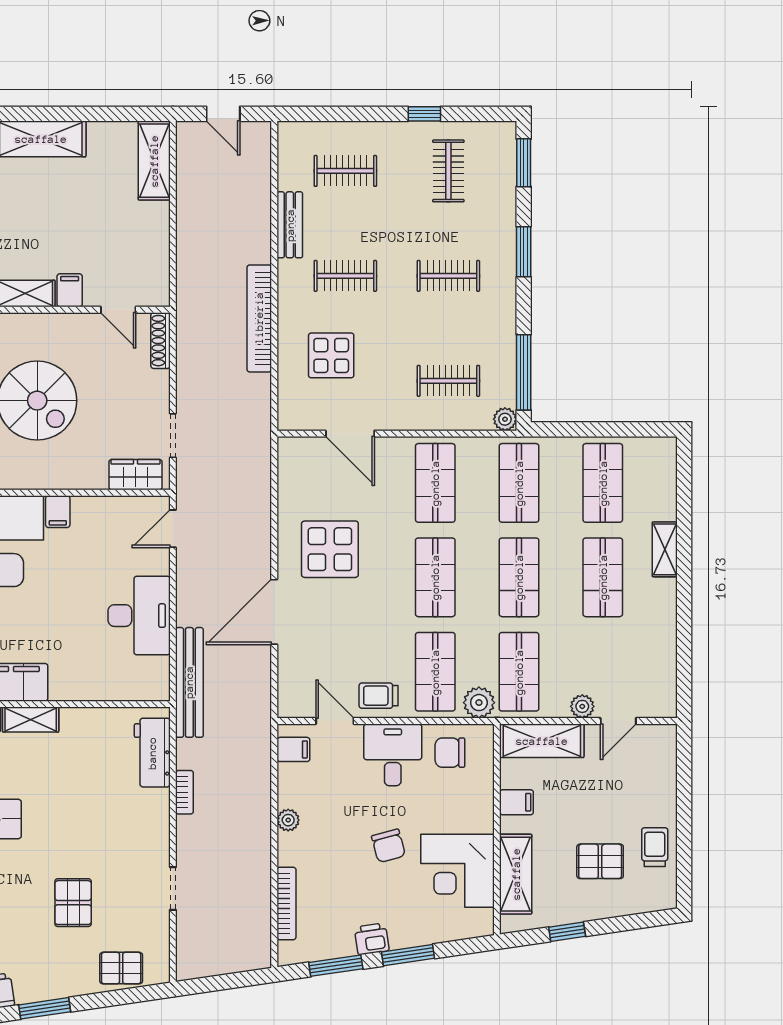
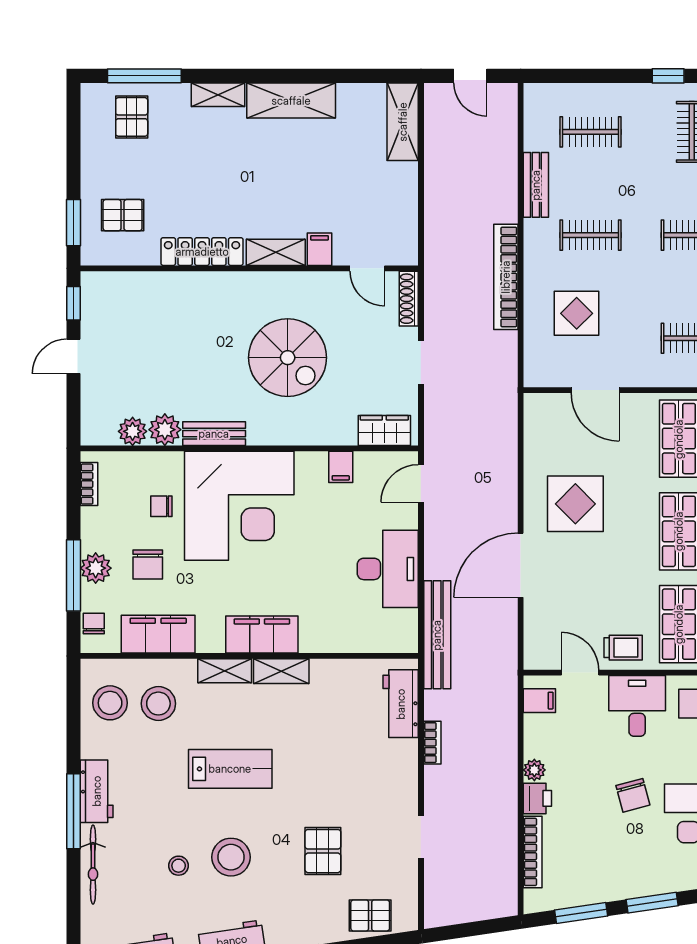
doorway: (173, 436) -> (421, 362), moved
filing cabinet: (58, 512) -> (341, 467), moved
trolley: (379, 696) -> (623, 648), turned 180
printer: (372, 939) -> (537, 798), moved, turned 98

